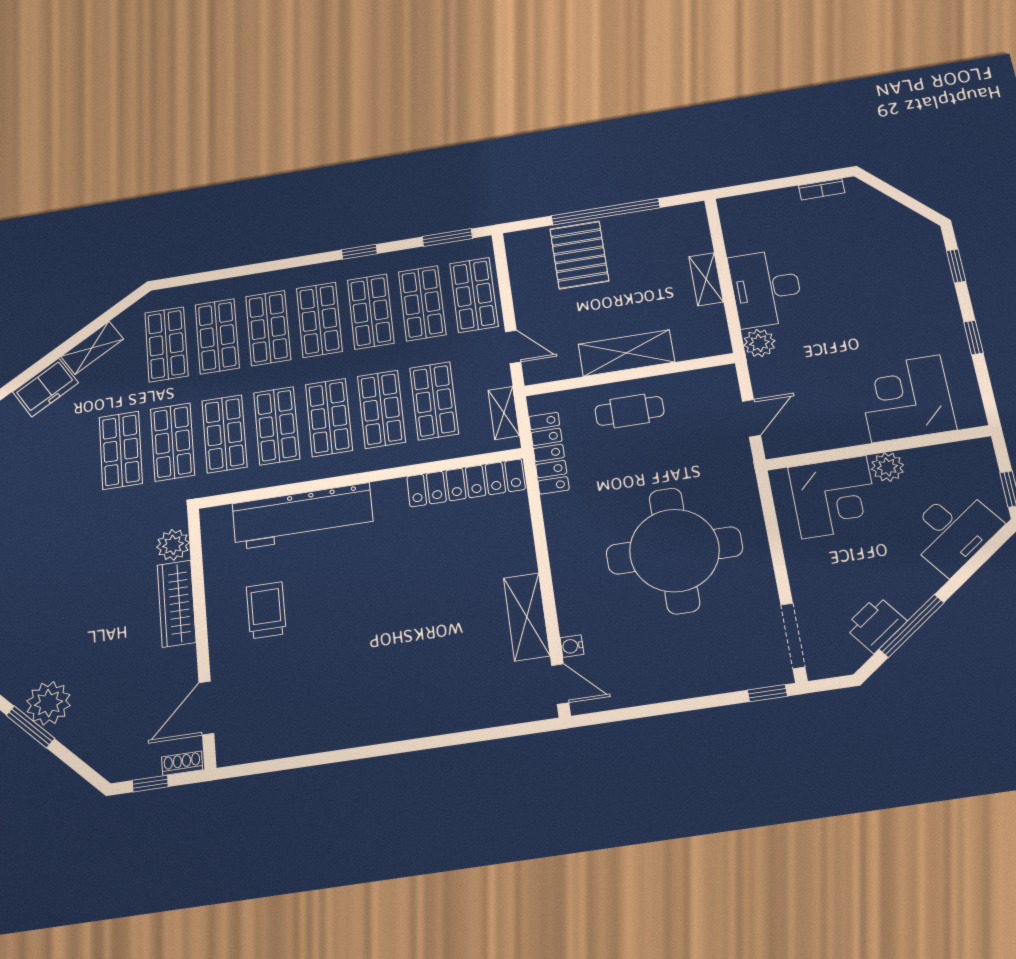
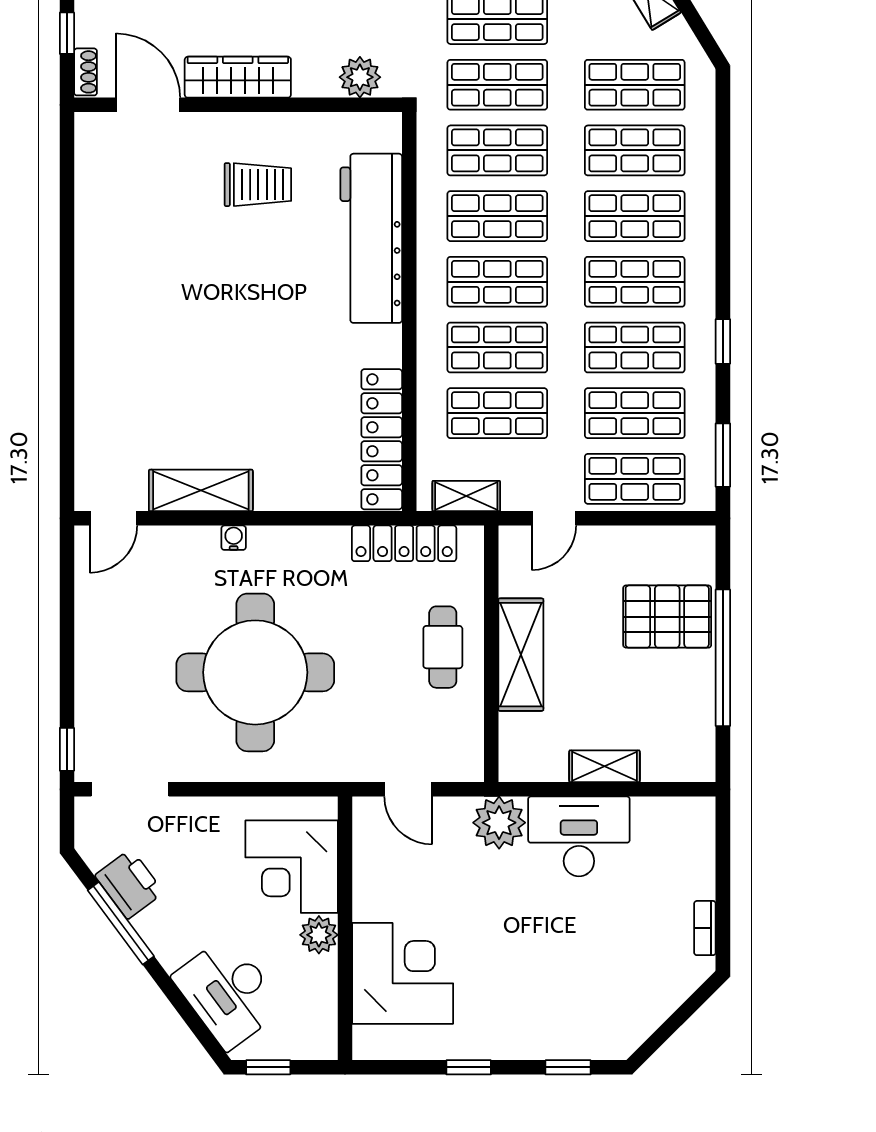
plant: (759, 343) -> (499, 823), width x1.36, depth x1.36
wardrobe: (177, 604) -> (238, 77), moved
water cooler: (572, 646) -> (234, 538), moved

